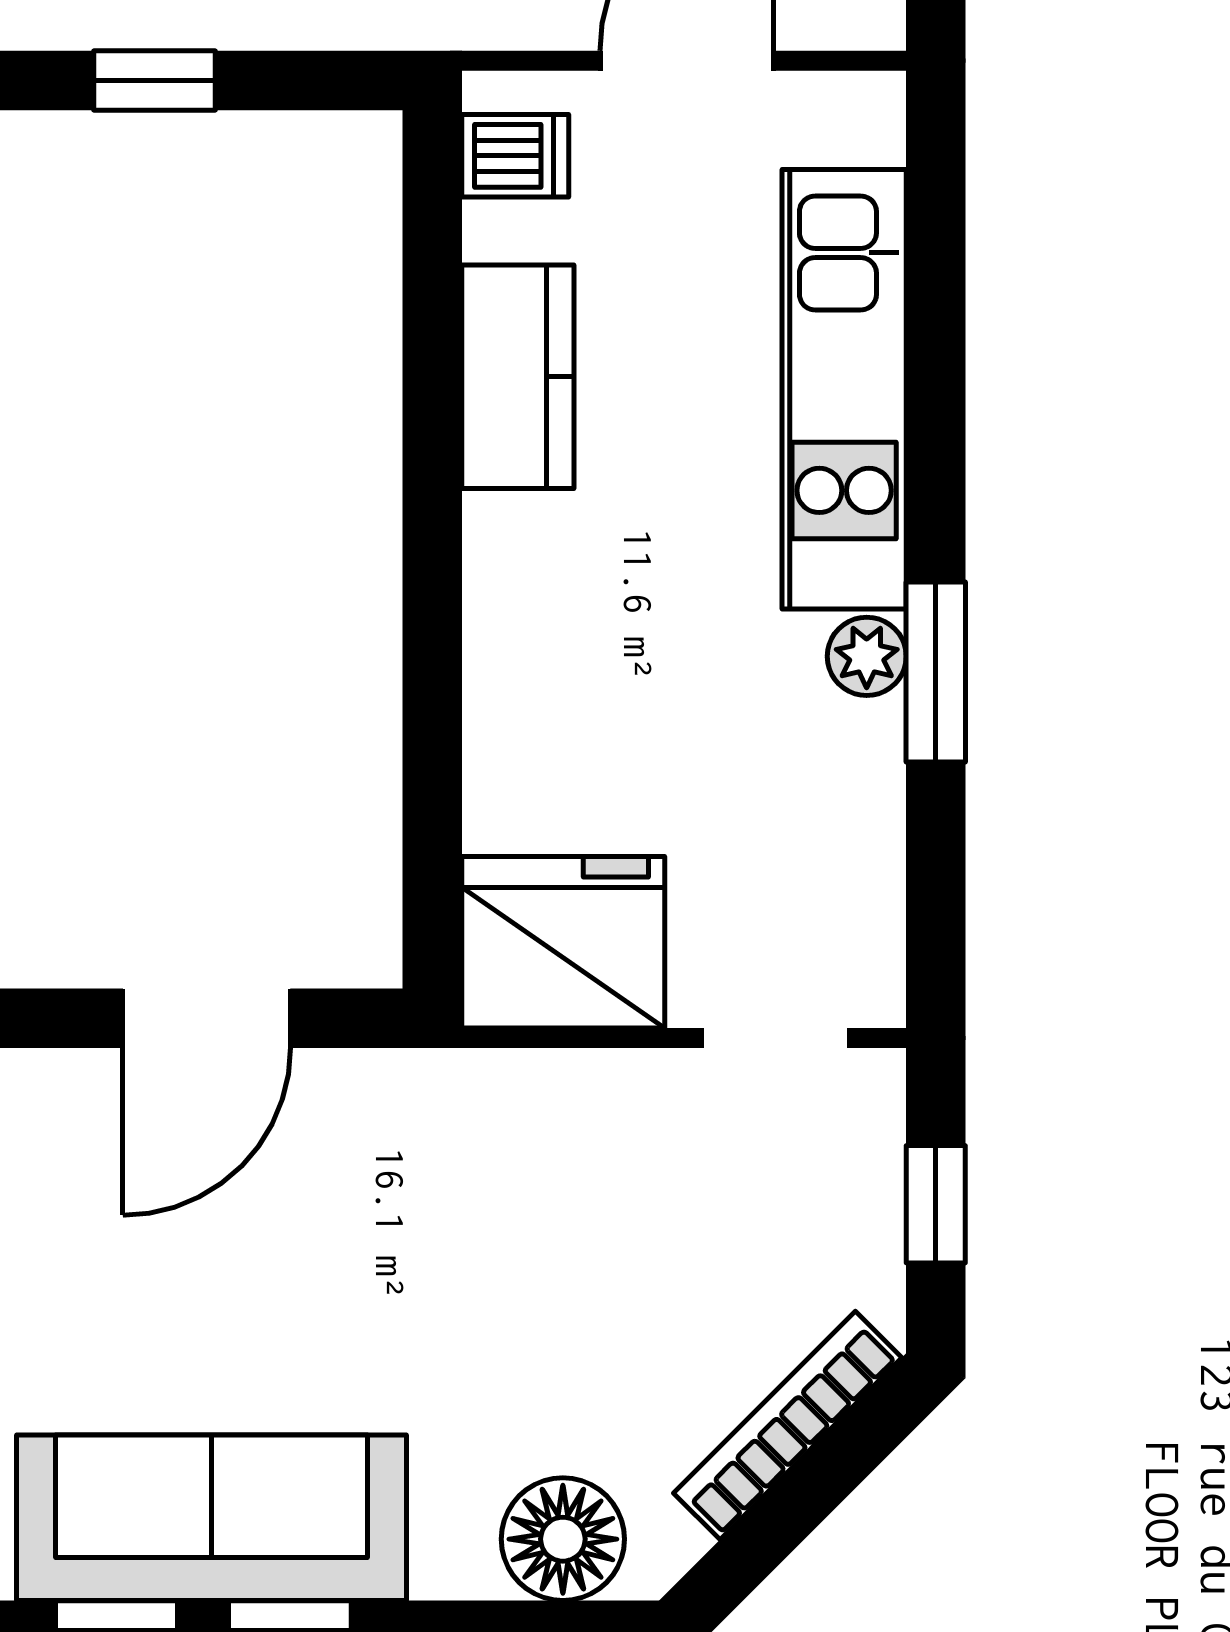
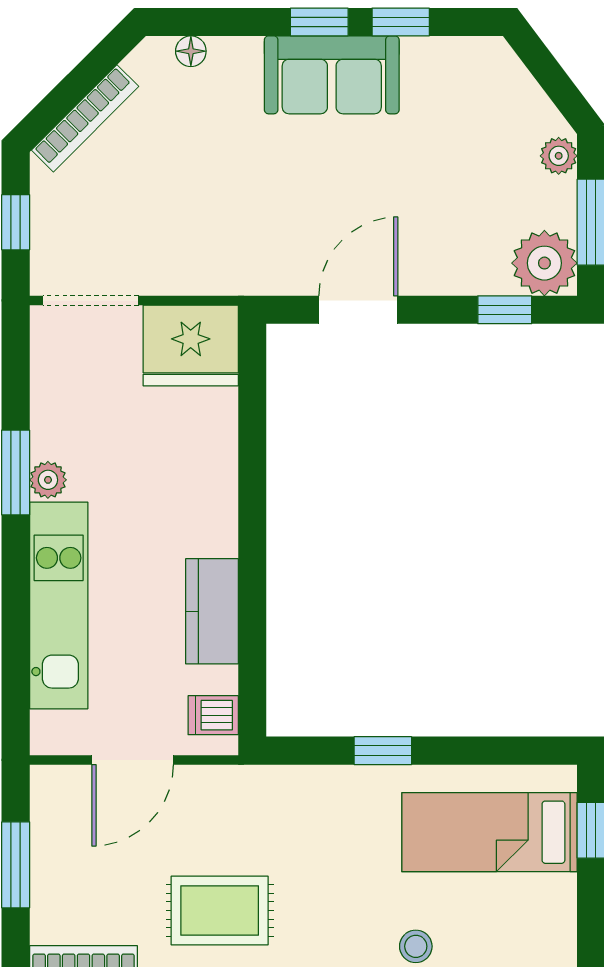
doorway: (776, 1038) -> (91, 300), width x1.38
sofa: (212, 1518) -> (332, 75), width x0.73
floor lamp: (563, 1539) -> (191, 51), width x0.53, depth x0.53

